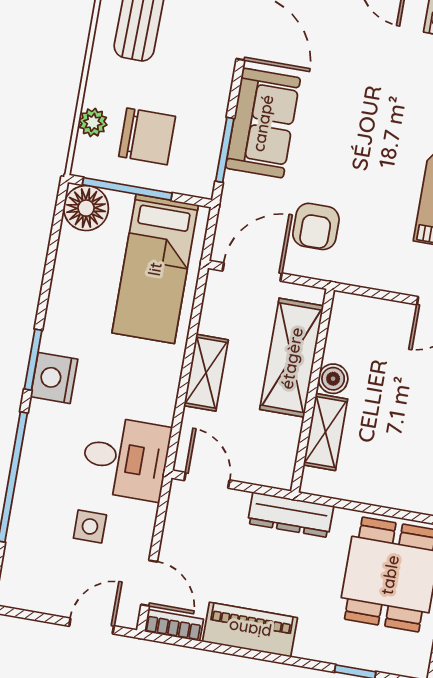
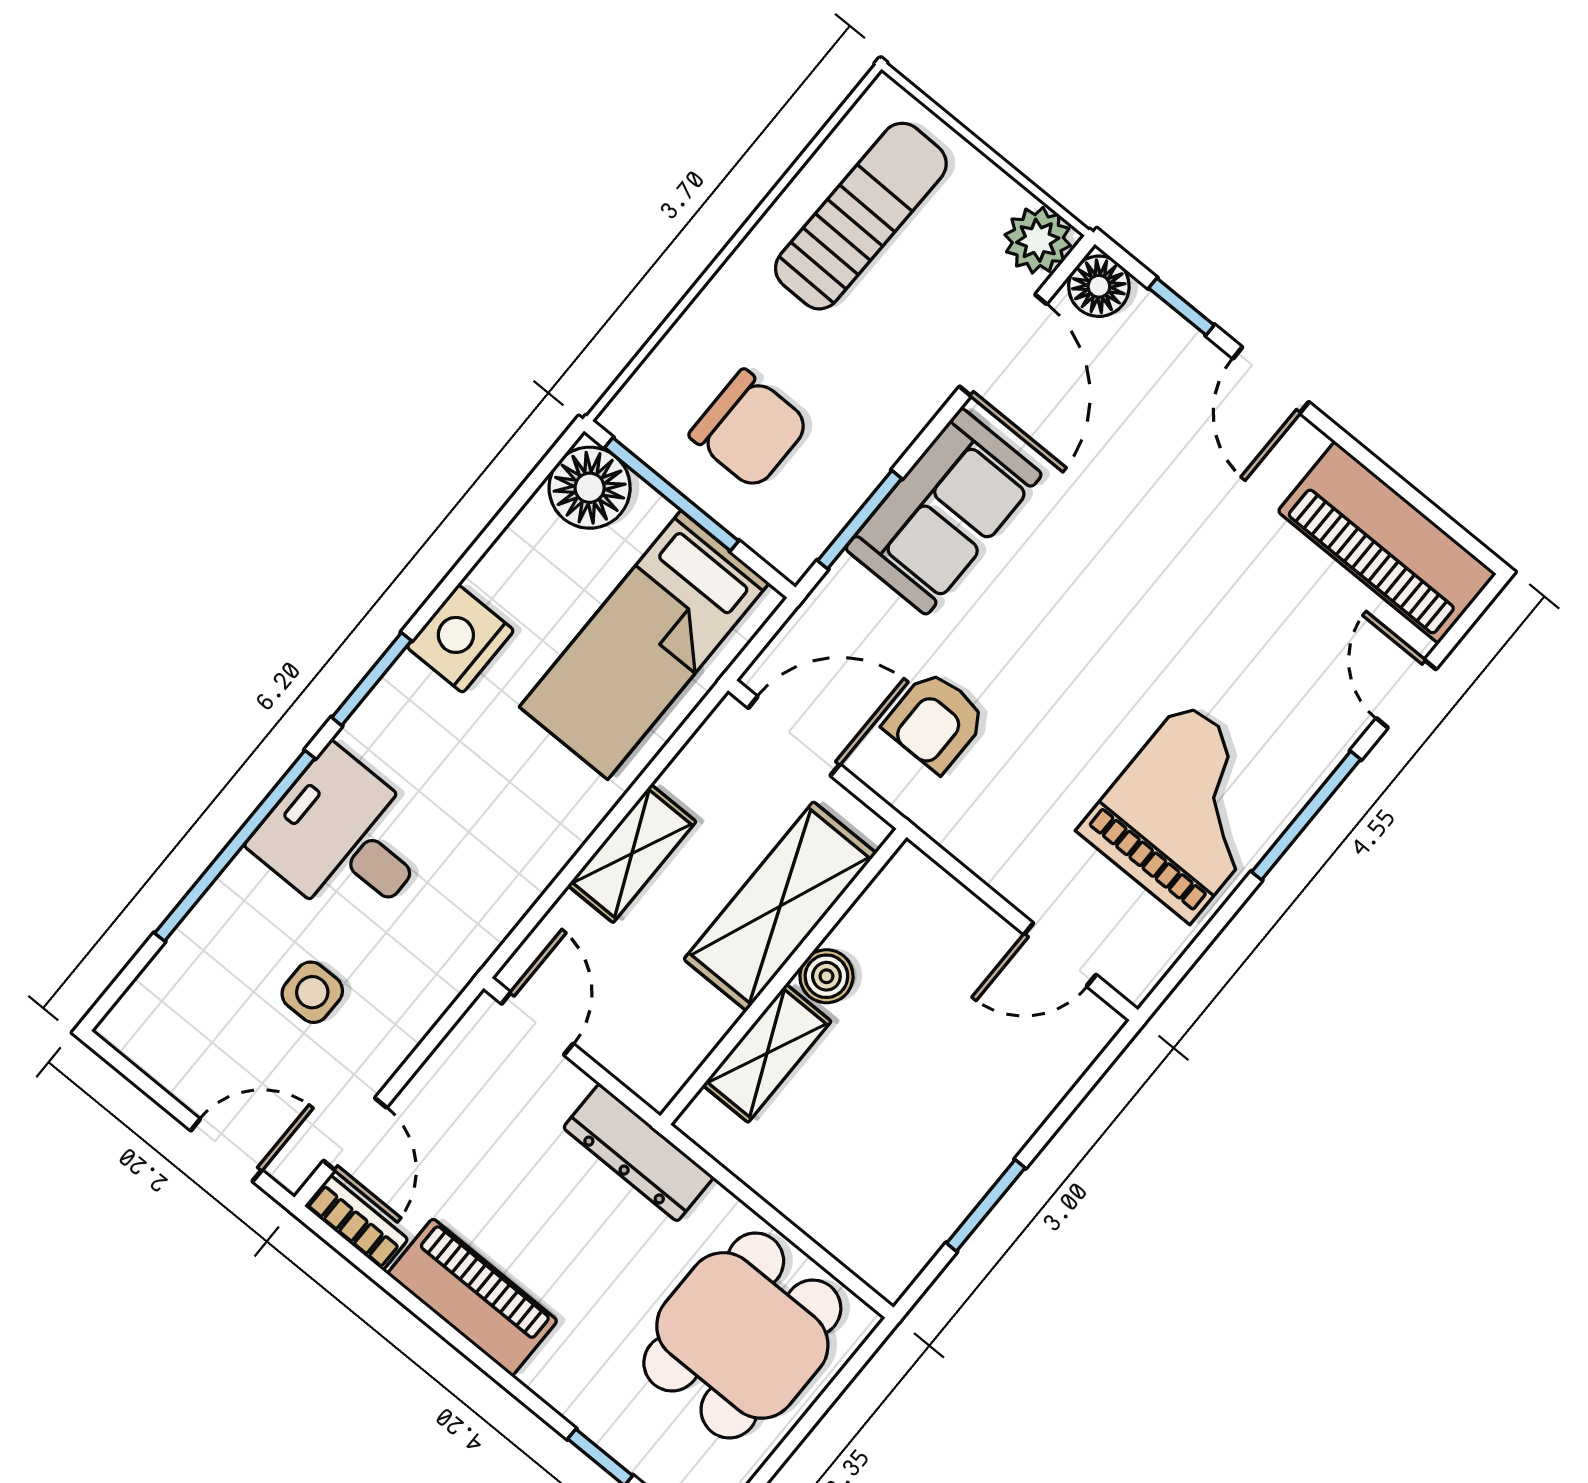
plant: (93, 122) -> (677, 359), removed
nightstand: (54, 378) -> (460, 639), moved
desk: (126, 458) -> (344, 839), moved, turned 180

